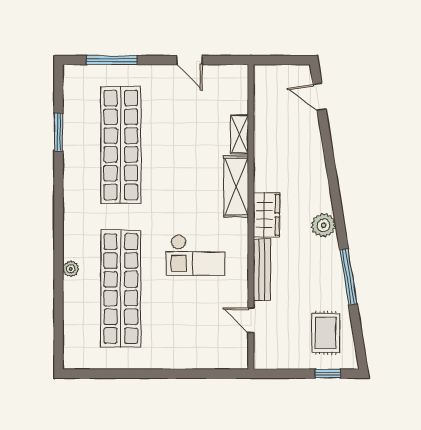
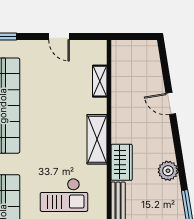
door: (319, 97) -> (171, 104), moved
shelving: (240, 134) -> (100, 81), moved

